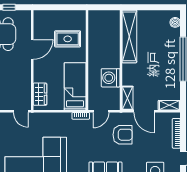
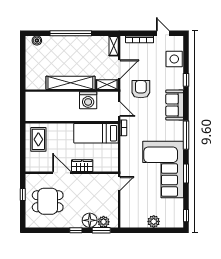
shelving: (129, 36) -> (70, 83), moved
rug: (68, 39) -> (38, 139), moved
wardrobe: (40, 94) -> (82, 166), moved

